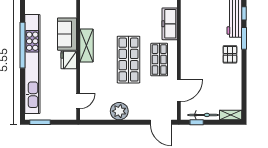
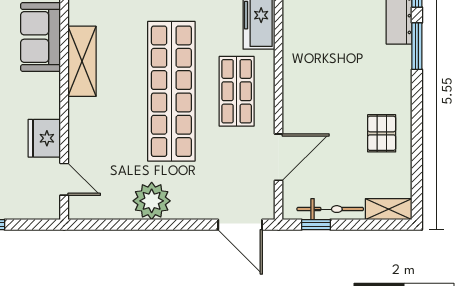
pallet: (230, 54) -> (382, 133), moved
fridge: (69, 60) -> (44, 138), moved
shop shelf: (128, 60) -> (171, 91), width x1.40
door: (78, 101) -> (64, 179), hinge flipped

